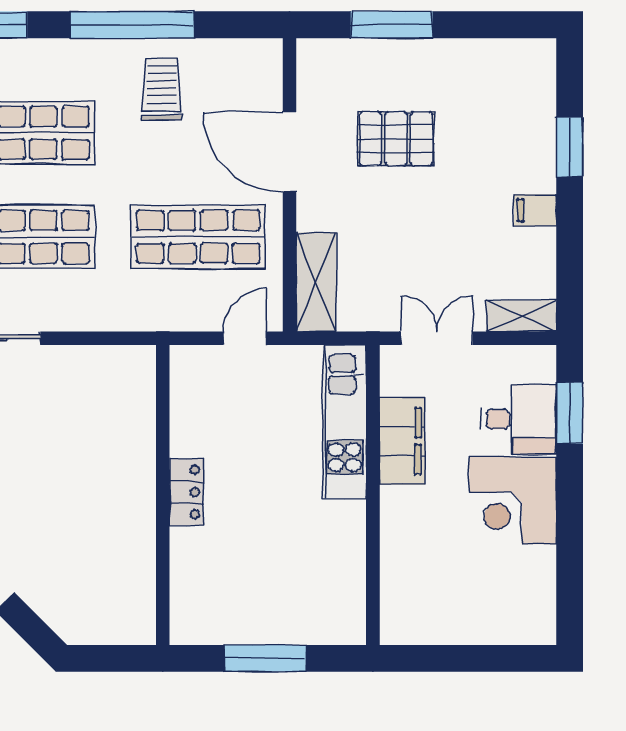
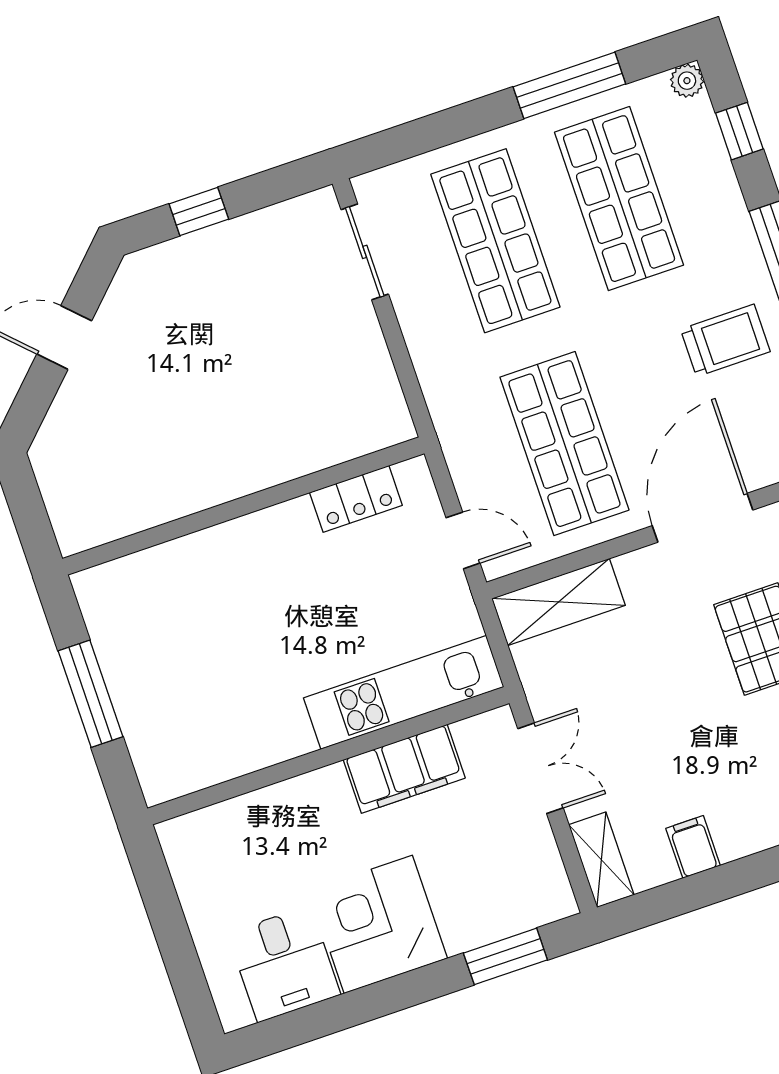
filing cabinet: (535, 210) -> (693, 847), moved
desk: (518, 419) -> (284, 964), moved
locker: (186, 492) -> (356, 499), moved

